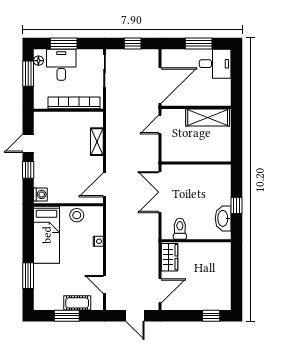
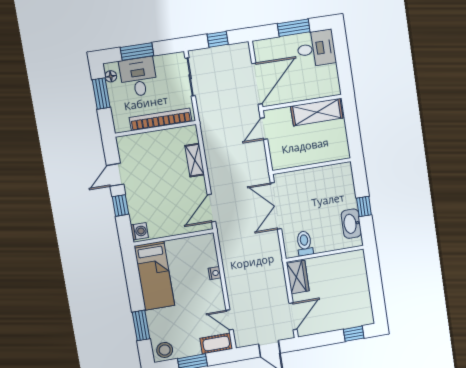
stool: (77, 215) -> (165, 350), moved
cot: (77, 303) -> (216, 343), moved

